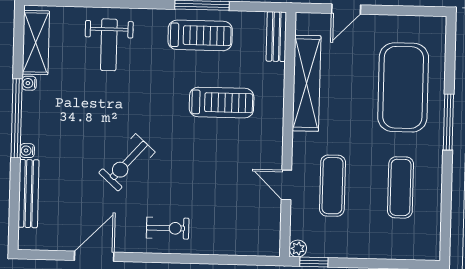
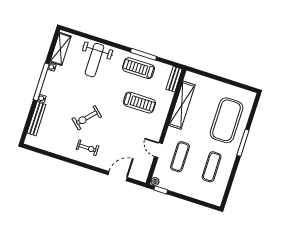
door: (346, 9) -> (211, 76), removed
treadmill: (200, 35) -> (138, 68), turned 180
weight bench: (109, 45) -> (94, 60), width x1.36, depth x1.33
exercise bike: (168, 228) -> (87, 148), moved
door: (94, 256) -> (118, 176), moved

